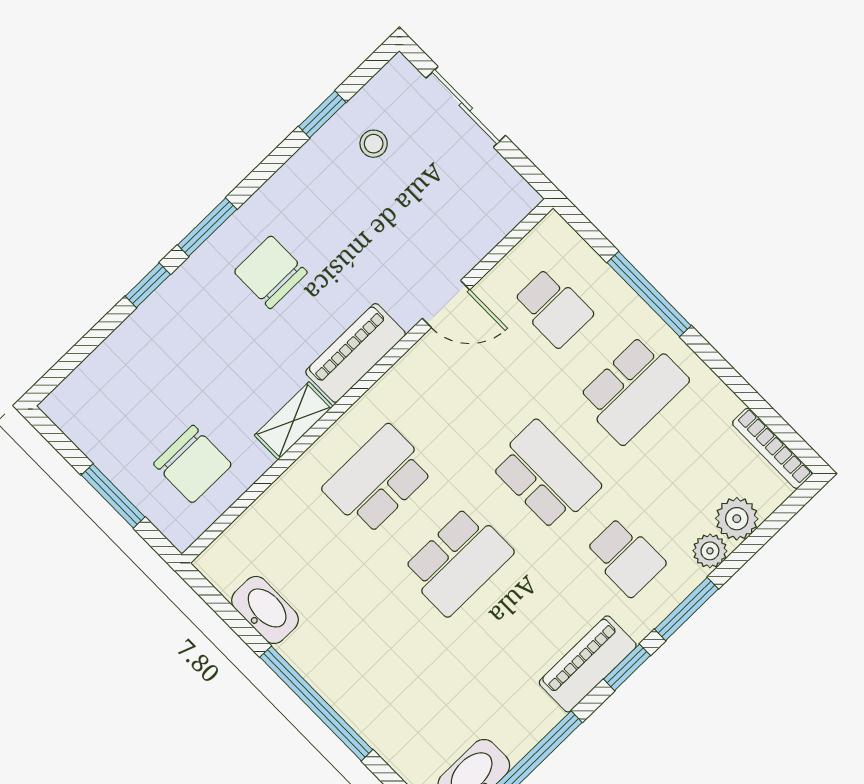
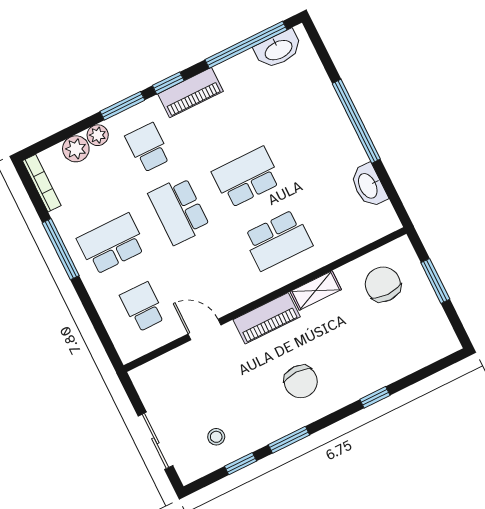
window: (207, 227) -> (289, 440), moved
window: (649, 294) -> (61, 249), moved

